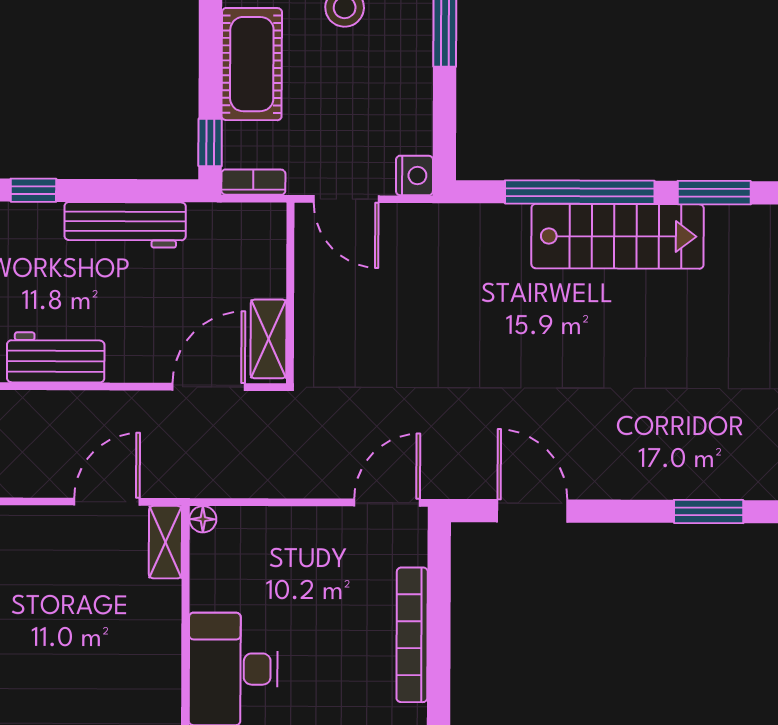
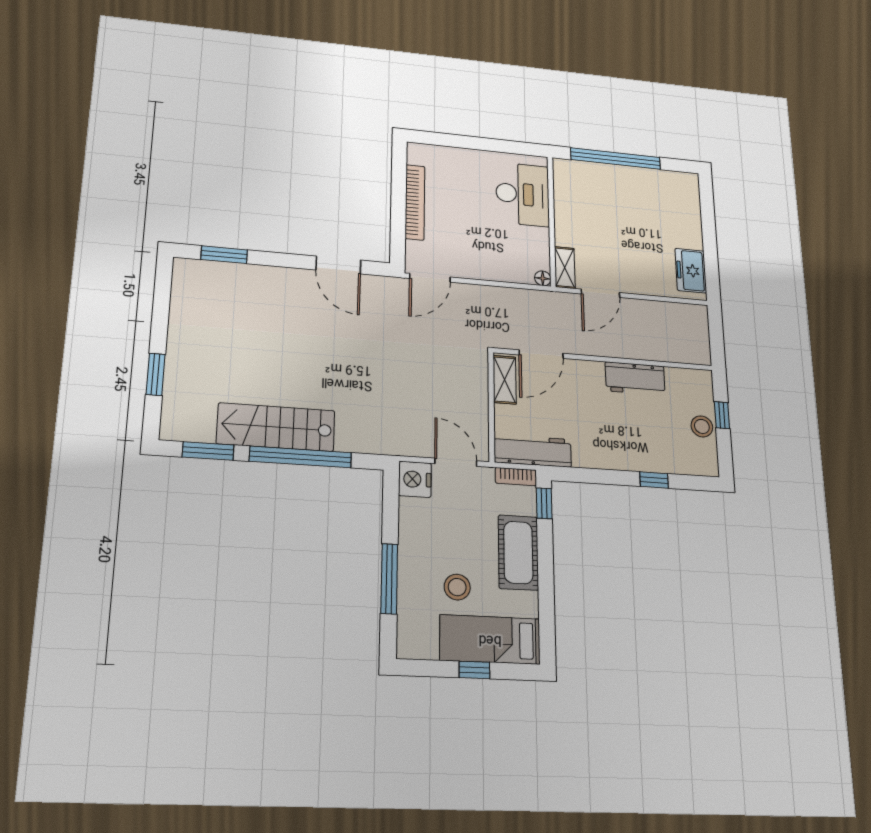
nightstand: (414, 176) -> (415, 479), width x1.36, depth x1.33
workbench: (125, 225) -> (533, 451), moved

